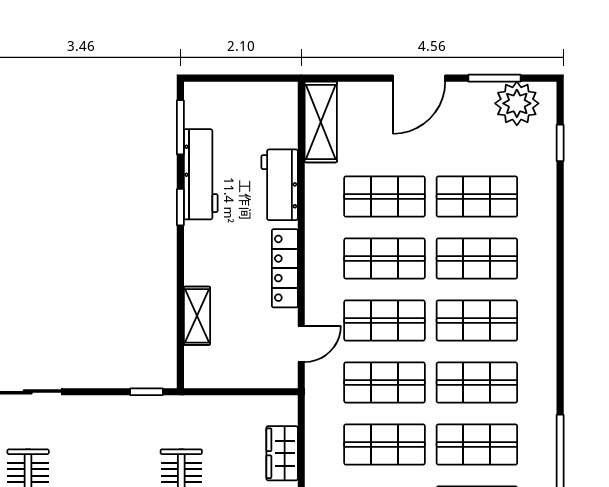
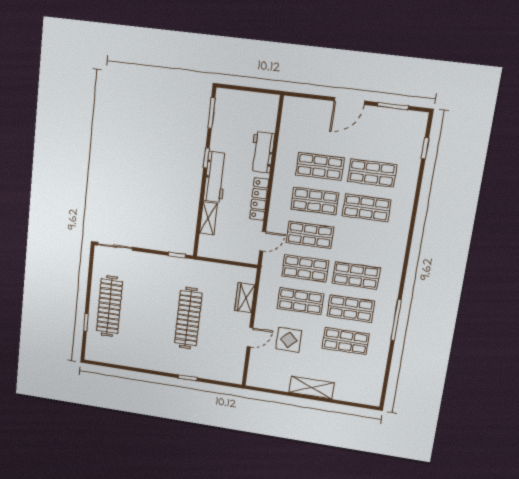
plant: (517, 103) -> (404, 122), removed
shelving: (321, 122) -> (290, 120), removed
workbench: (201, 174) -> (215, 177), moved
shop shelf: (477, 321) -> (361, 242), removed

